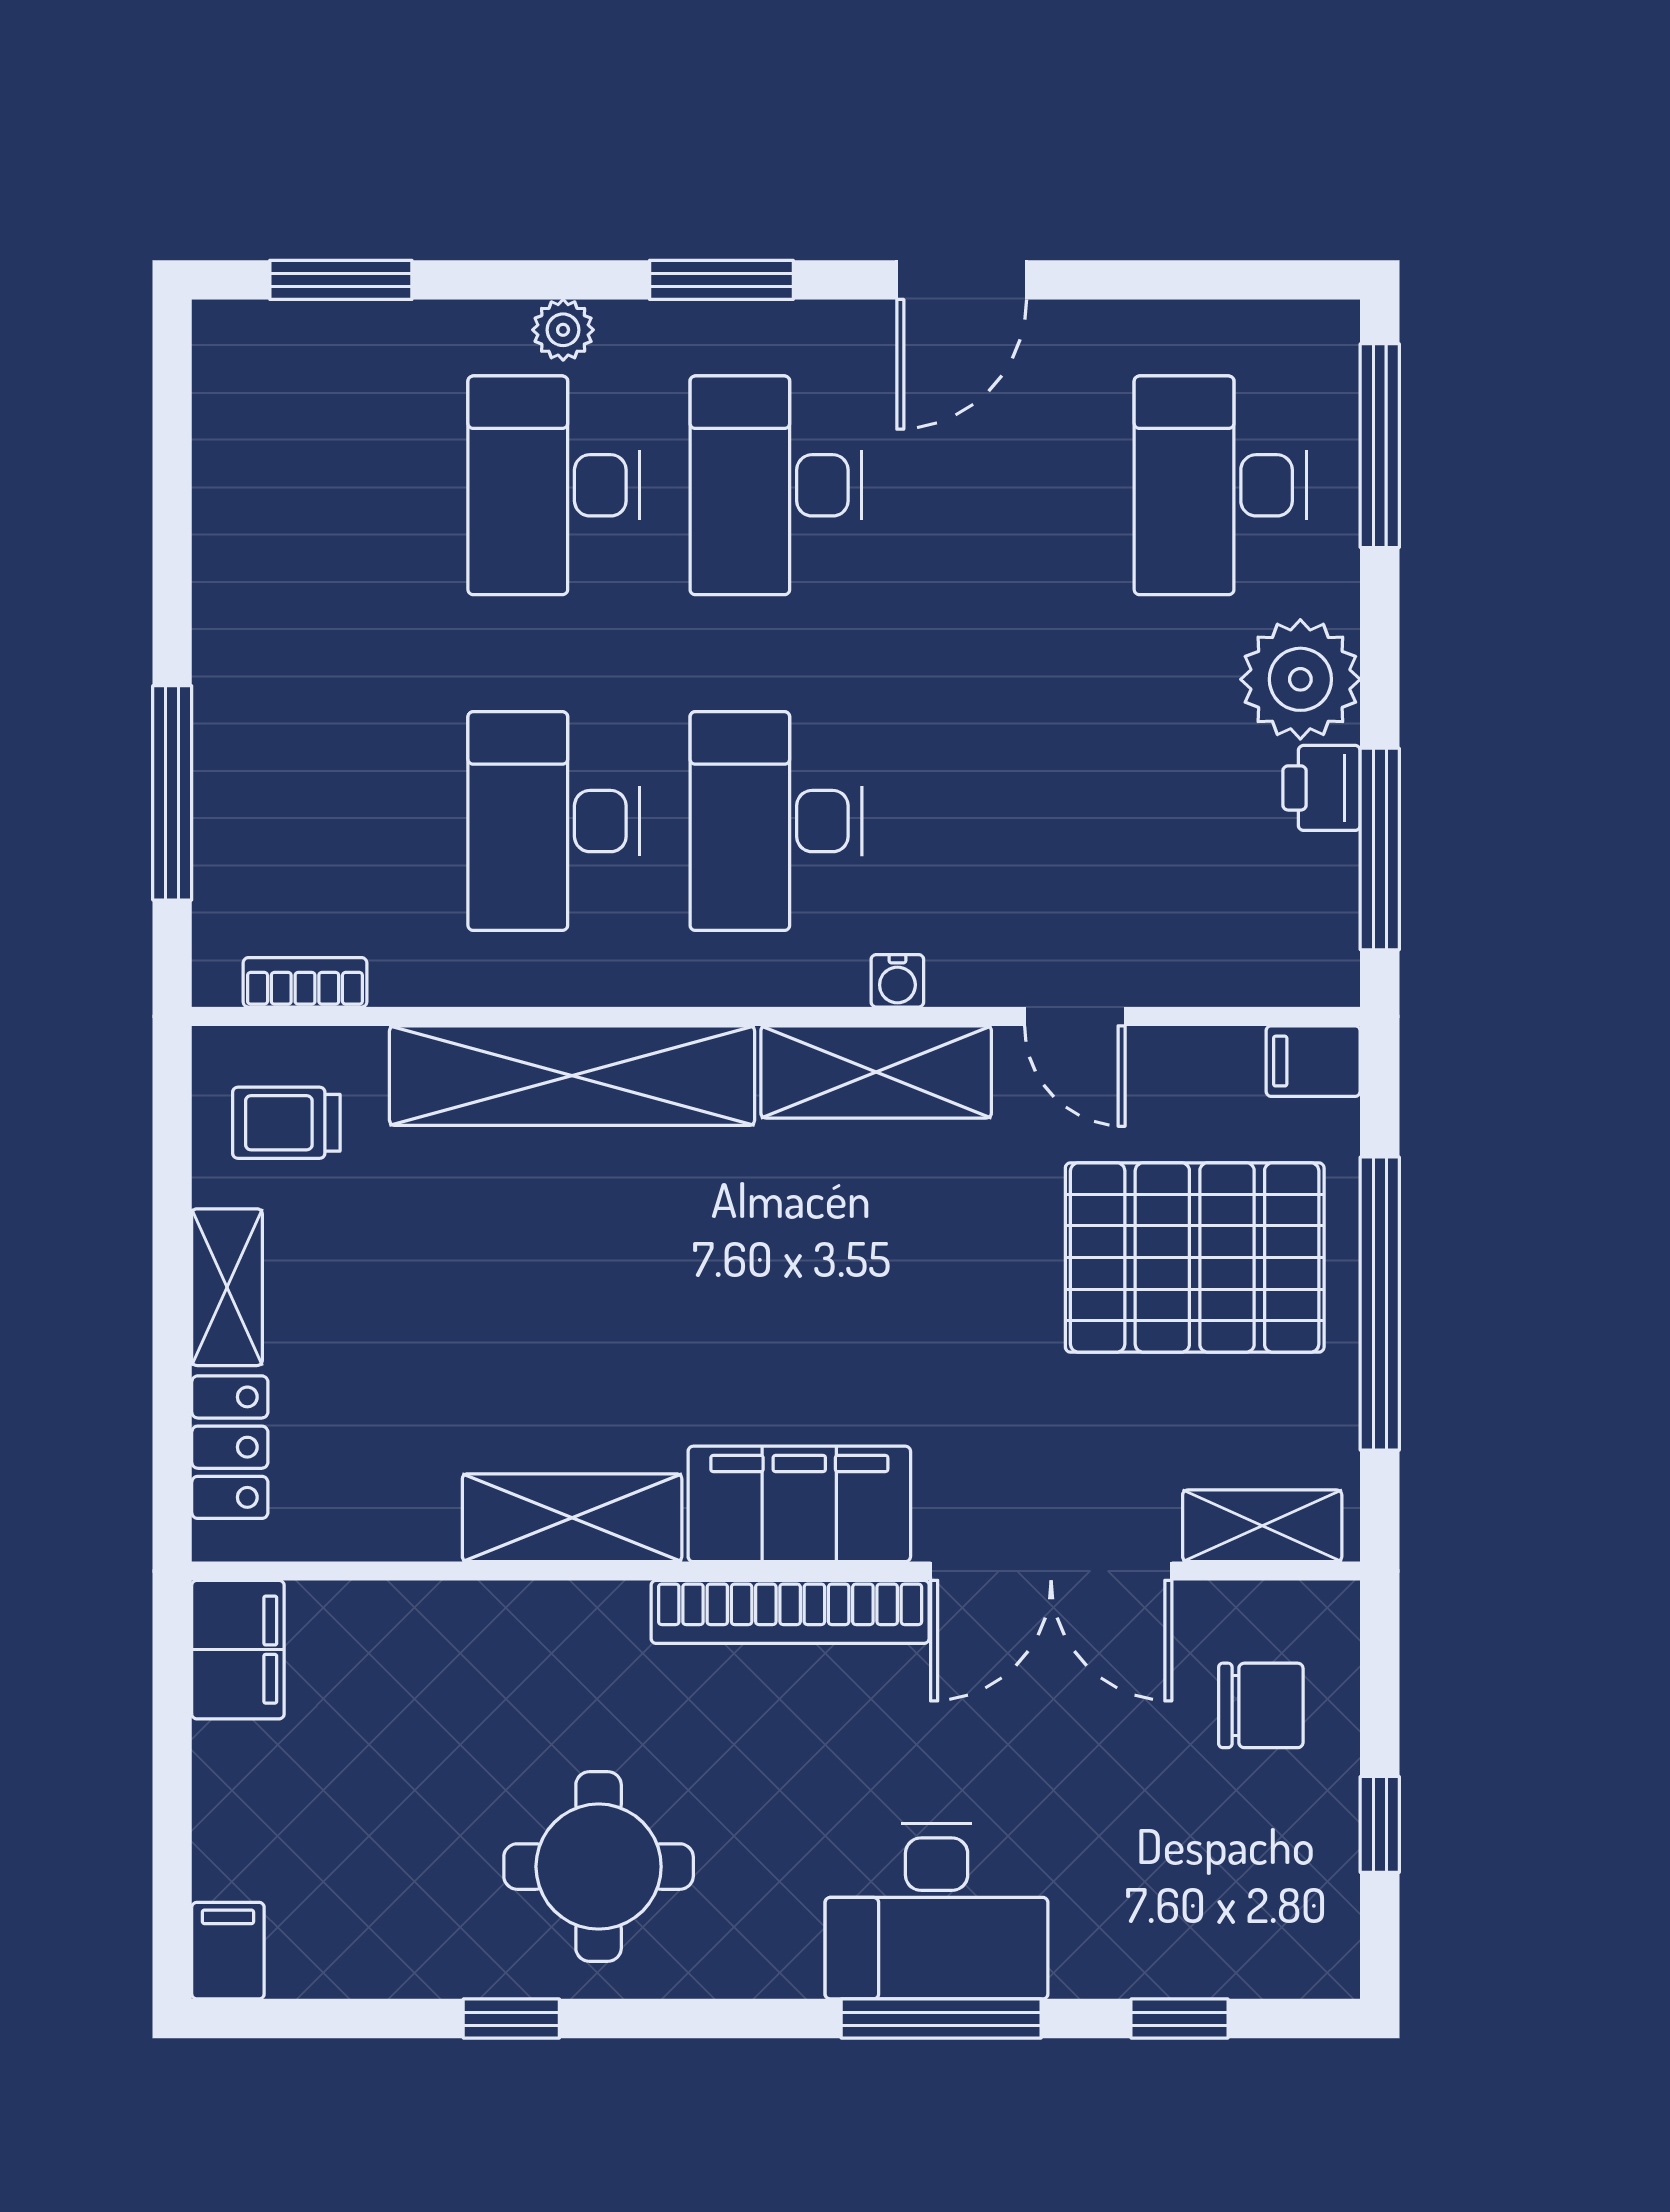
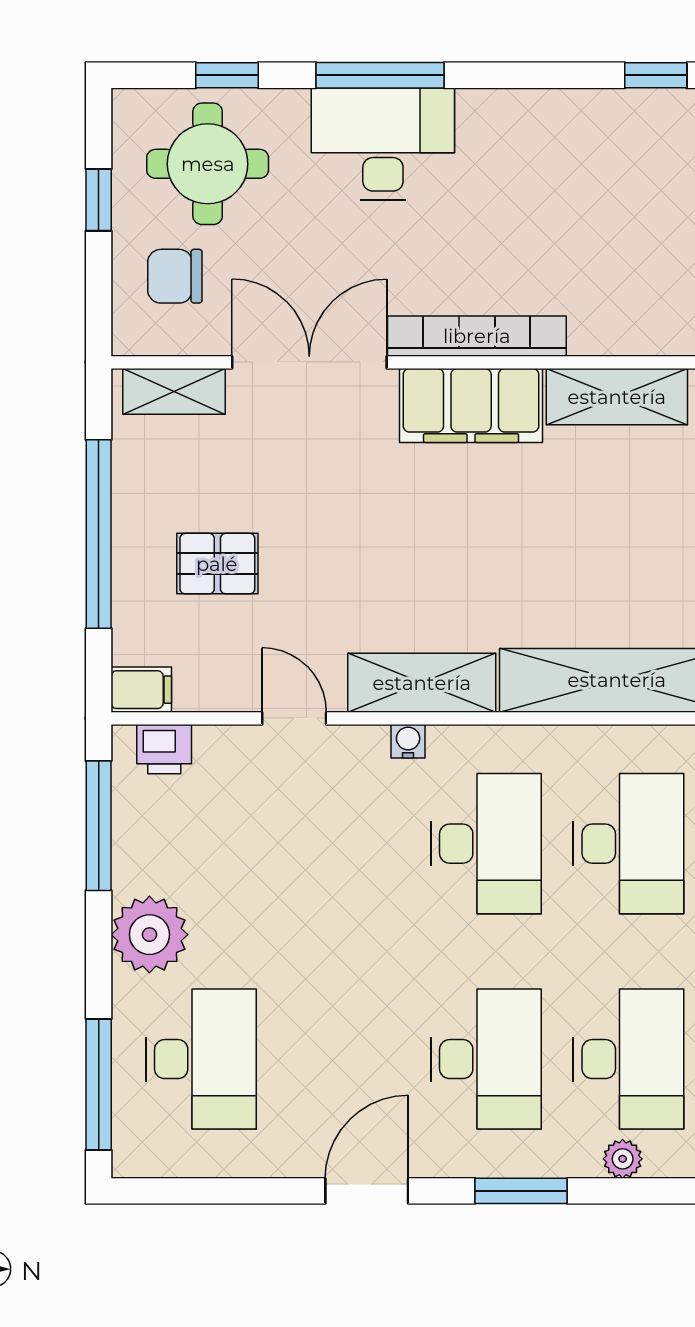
printer: (1322, 788) -> (164, 749), moved, turned 90
pallet: (1195, 1257) -> (217, 564), width x0.49, depth x0.50
round table: (599, 1867) -> (208, 164), moved

